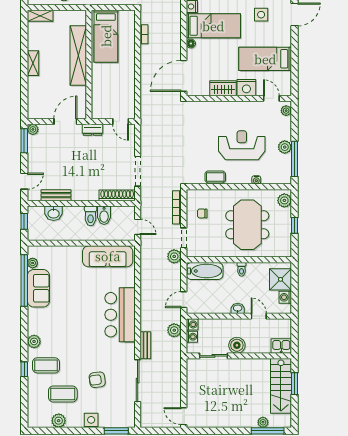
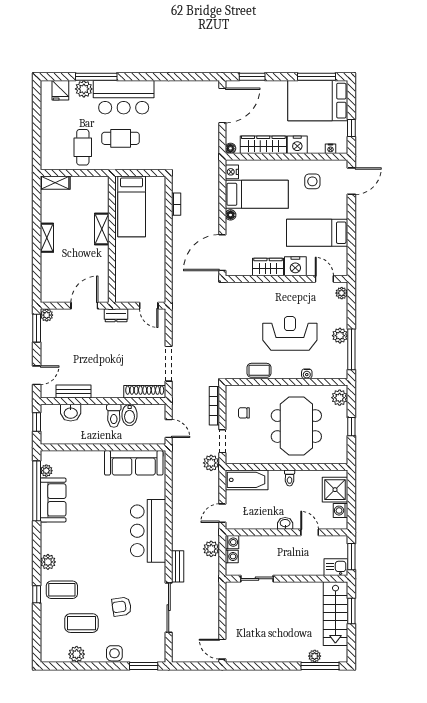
shelving: (78, 56) -> (102, 229), width x0.45, depth x0.75
window: (295, 337) -> (351, 557), added
boiler: (237, 345) -> (284, 566), removed

